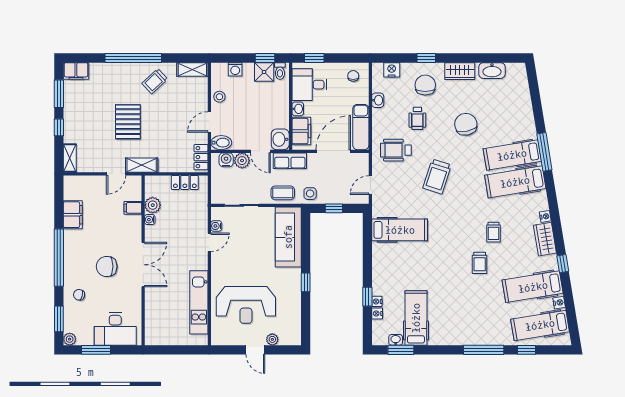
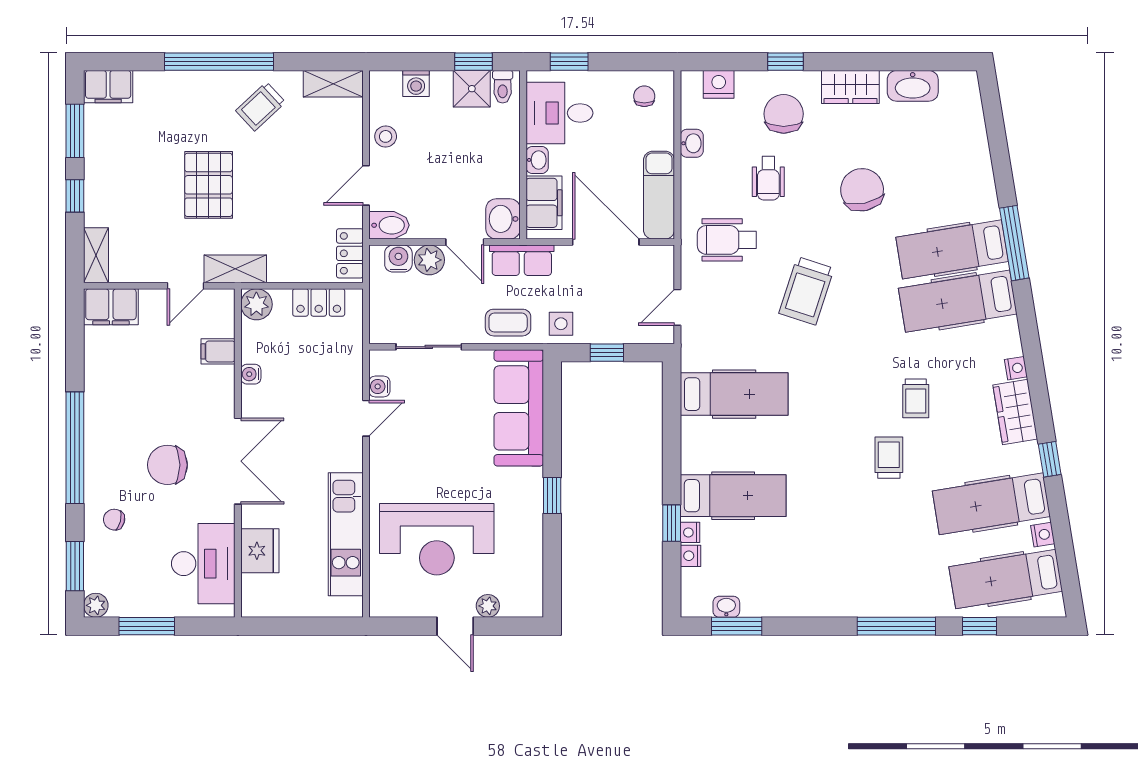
door: (333, 151) -> (606, 242), hinge flipped
plant: (153, 205) -> (256, 304), moved
filing cabinet: (73, 215) -> (111, 307), moved, turned 90
trolley: (480, 263) -> (889, 458), turned 180
fridge: (154, 311) -> (260, 551), added
hospital bed: (416, 318) -> (733, 496), moved, turned 90
desk: (115, 329) -> (203, 564), moved, turned -90

